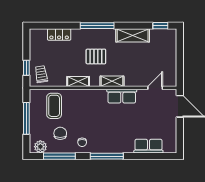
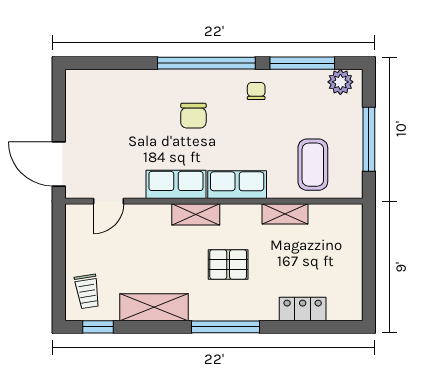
window: (26, 68) -> (369, 242), removed
trolley: (41, 74) -> (87, 291), moved
shelving: (78, 82) -> (285, 214), moved
chair: (60, 133) -> (193, 116), moved
row of seats: (148, 146) -> (237, 185), moved, turned 180
window: (107, 156) -> (206, 63), width x1.46

